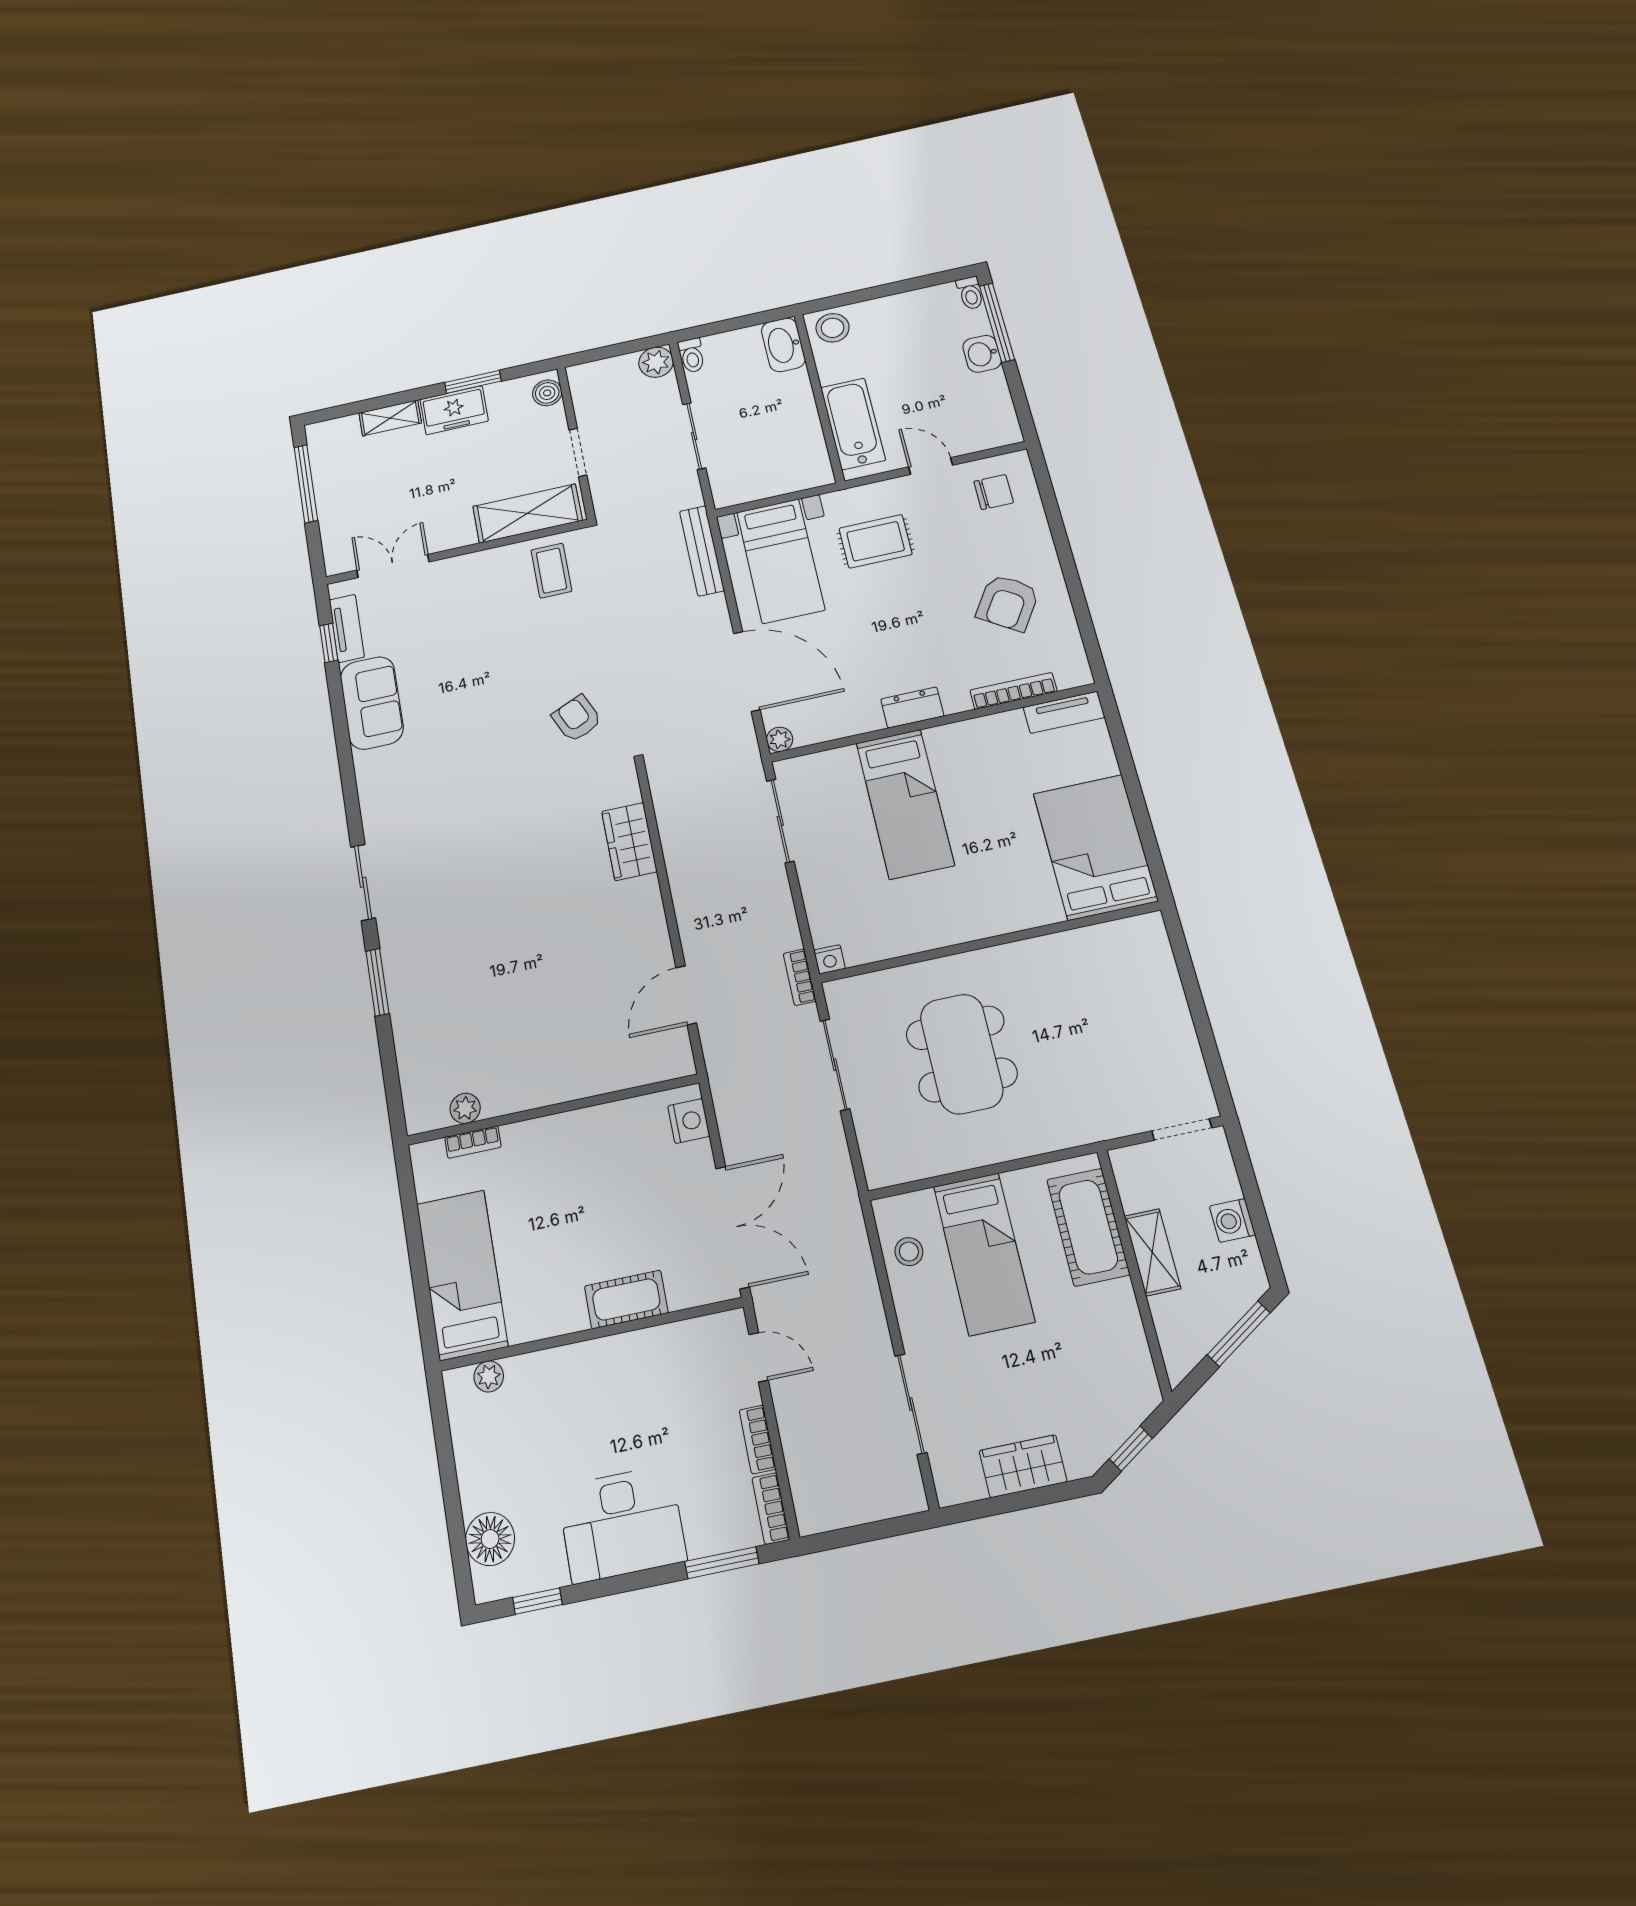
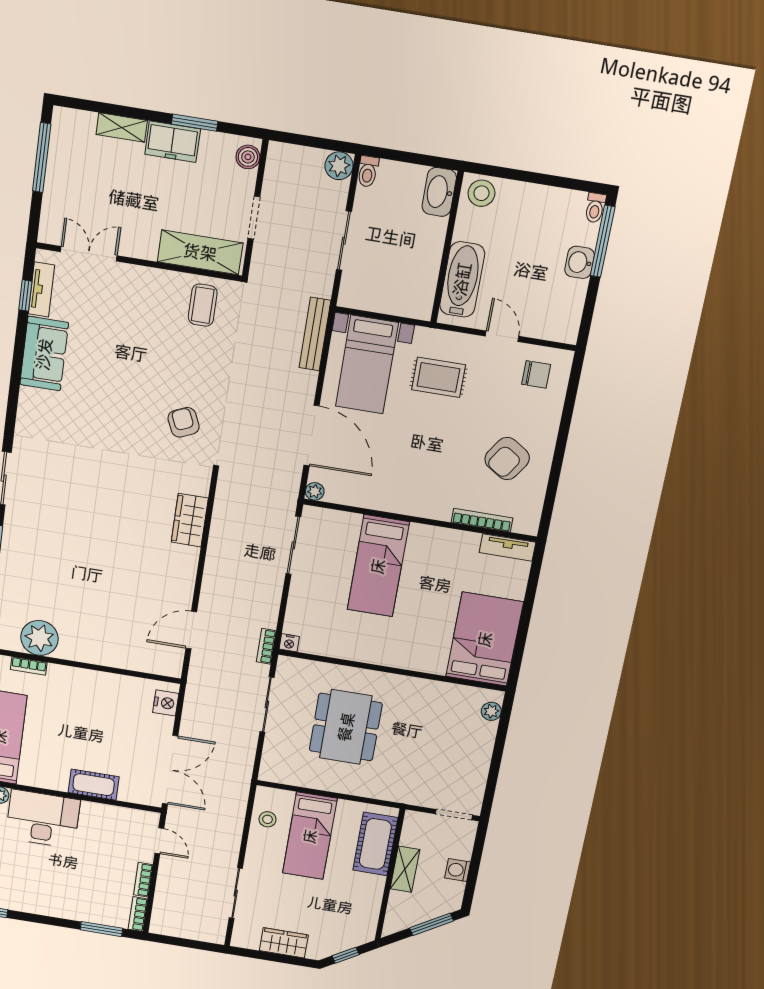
dresser: (912, 708) -> (411, 505), removed
plant: (1156, 947) -> (491, 711), added
plant: (465, 1108) -> (39, 638), width x1.88, depth x1.88
desk: (622, 1524) -> (43, 819), moved, turned 180

